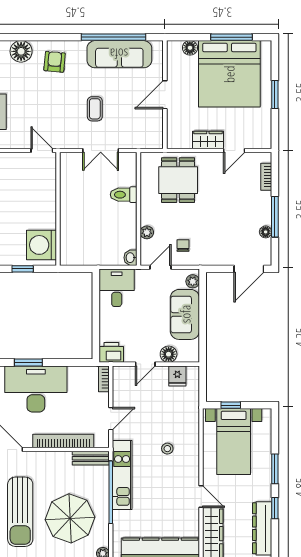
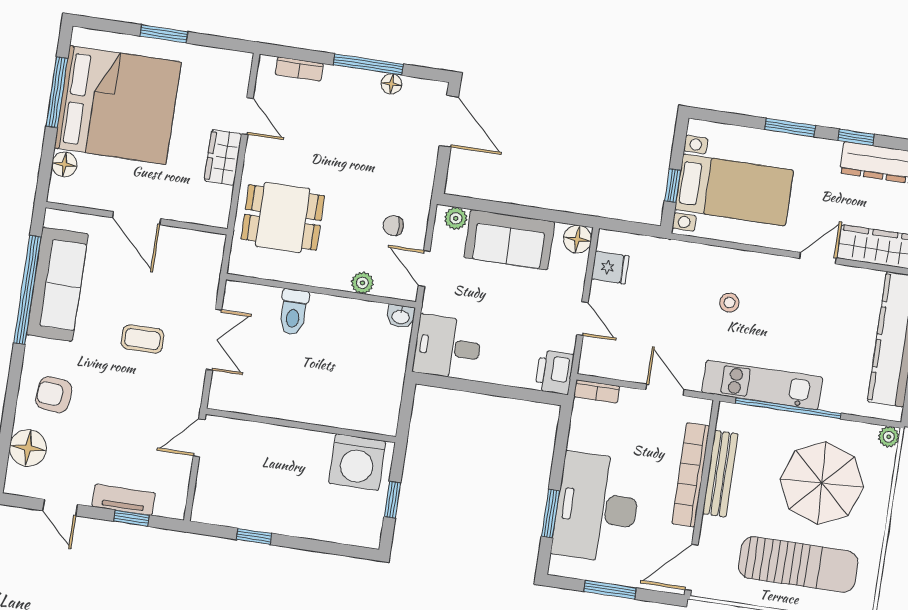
floor lamp: (169, 354) -> (577, 239), moved
bench: (91, 458) -> (720, 474), moved, width x1.36

